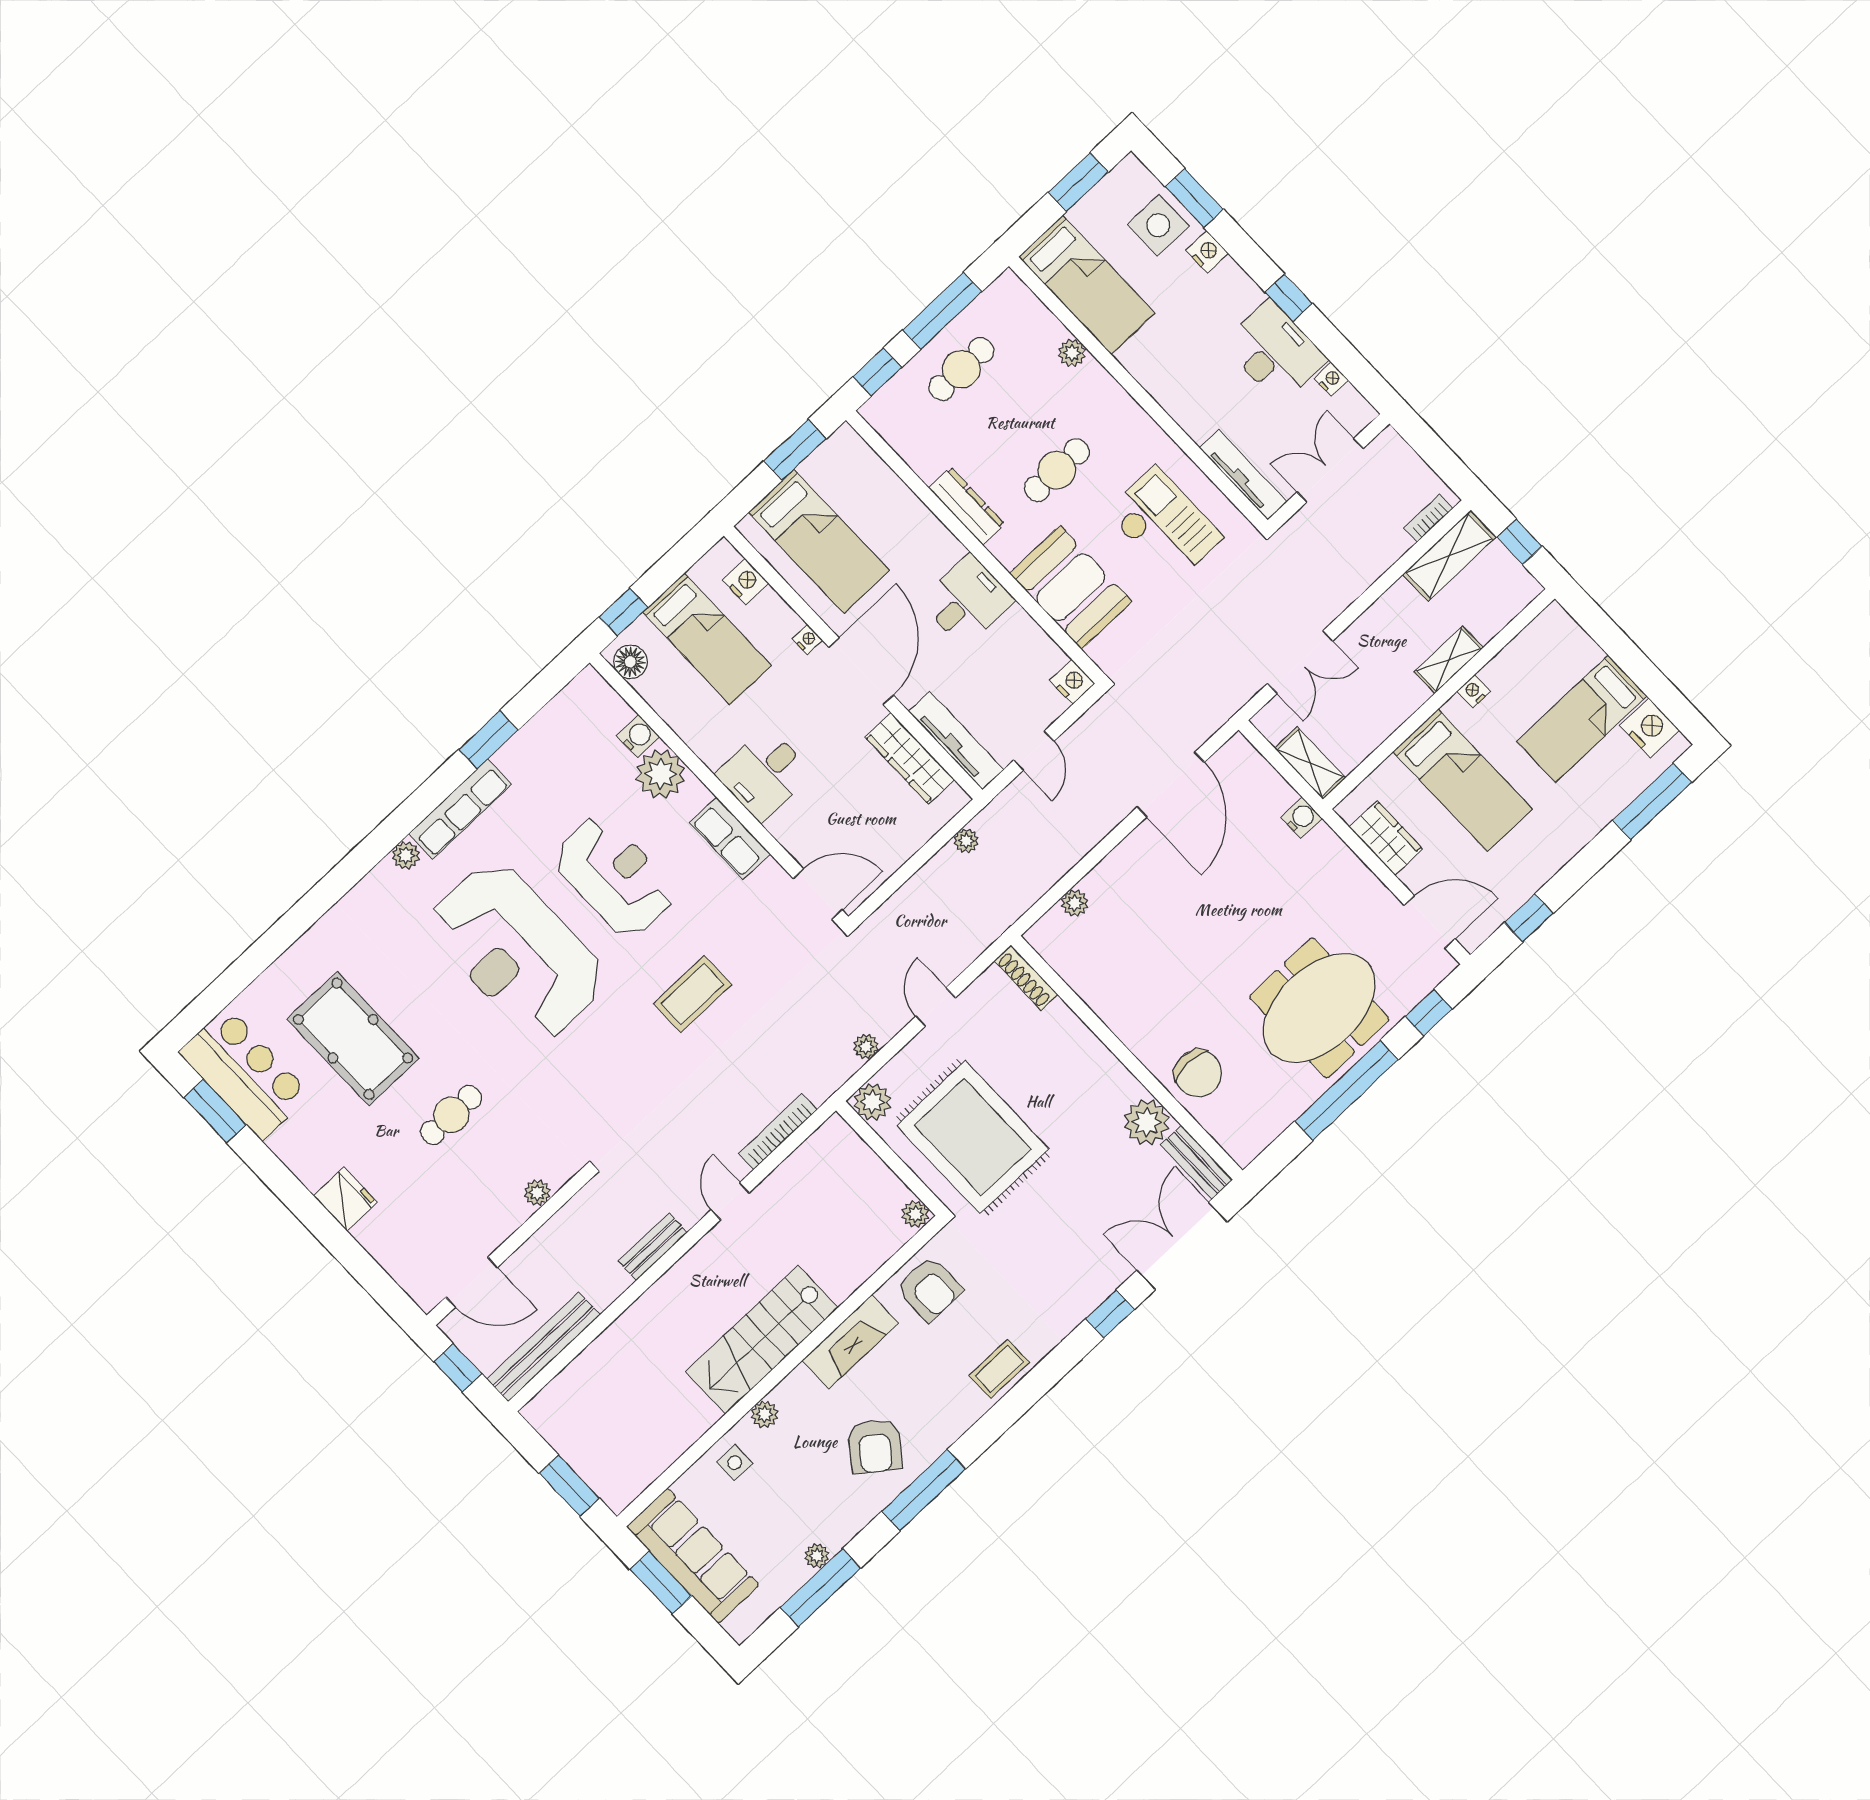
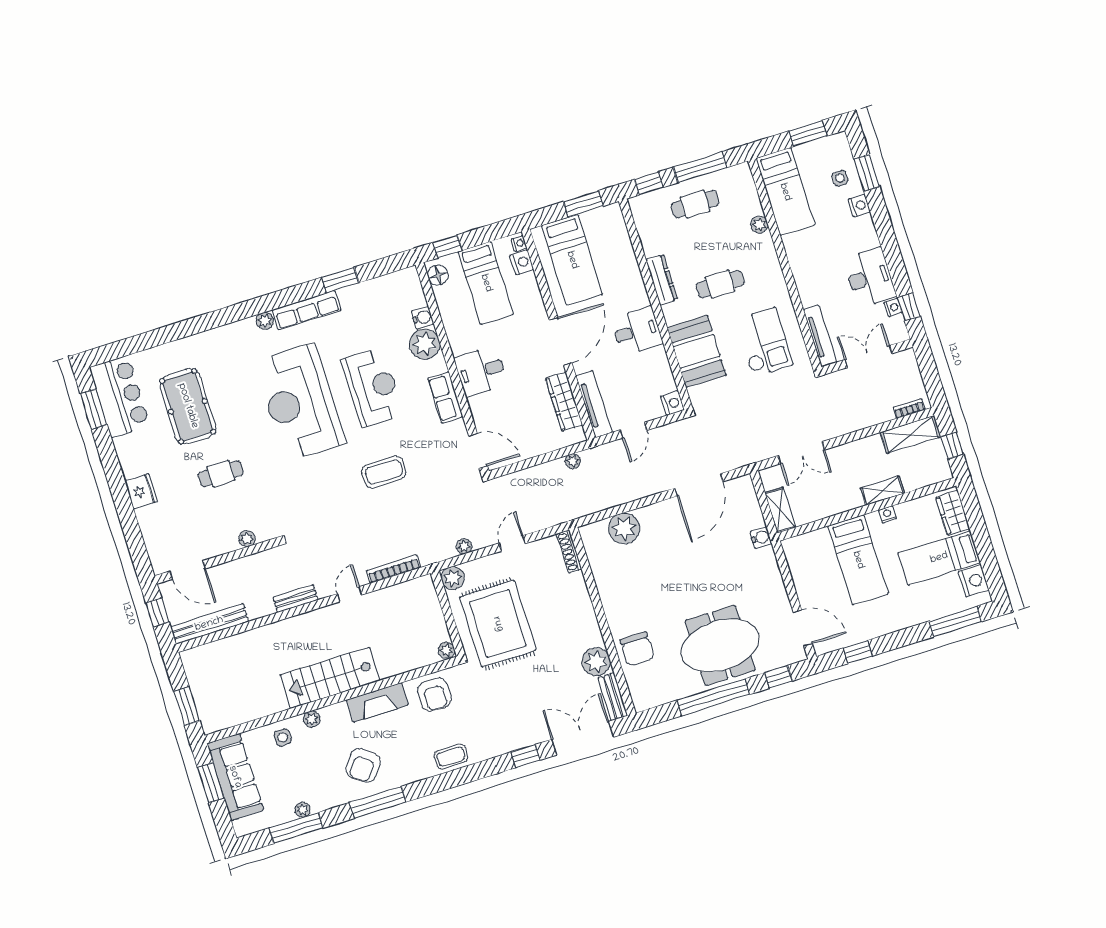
side table: (1158, 225) -> (840, 178), width x0.54, depth x0.54
window: (1289, 298) -> (909, 307), moved
nightstand: (807, 640) -> (519, 243), moved
wardrobe: (1386, 838) -> (953, 513), moved, turned 180
plant: (1075, 903) -> (624, 528), width x1.87, depth x1.87

